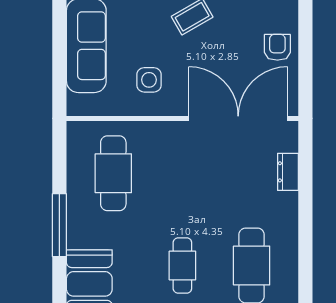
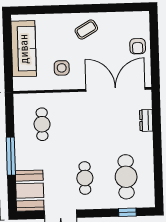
armchair: (277, 47) -> (138, 46), turned 180
cafe table: (113, 173) -> (42, 124), width x0.73, depth x0.74

